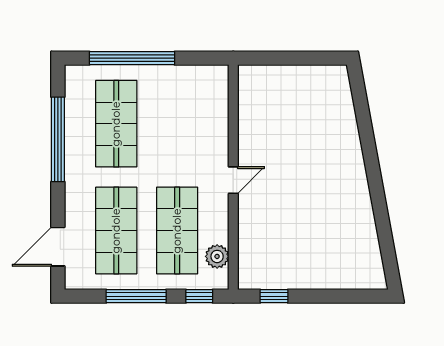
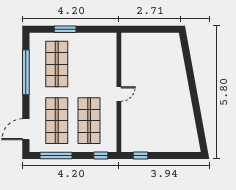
window: (132, 58) -> (65, 29), width x0.47
plant: (217, 256) -> (110, 134), removed
window: (136, 296) -> (56, 155), moved

